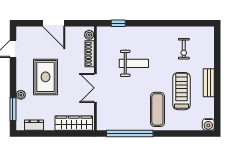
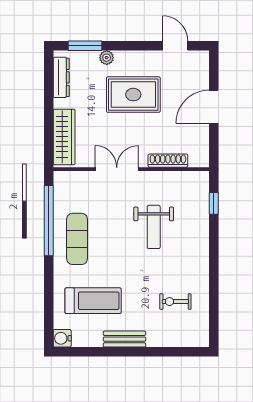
plant: (89, 35) -> (196, 160), removed
treadmill: (182, 91) -> (93, 301), moved
exercise mat: (157, 109) -> (77, 239), moved, turned 90
dresser: (34, 125) -> (61, 77), width x1.44

